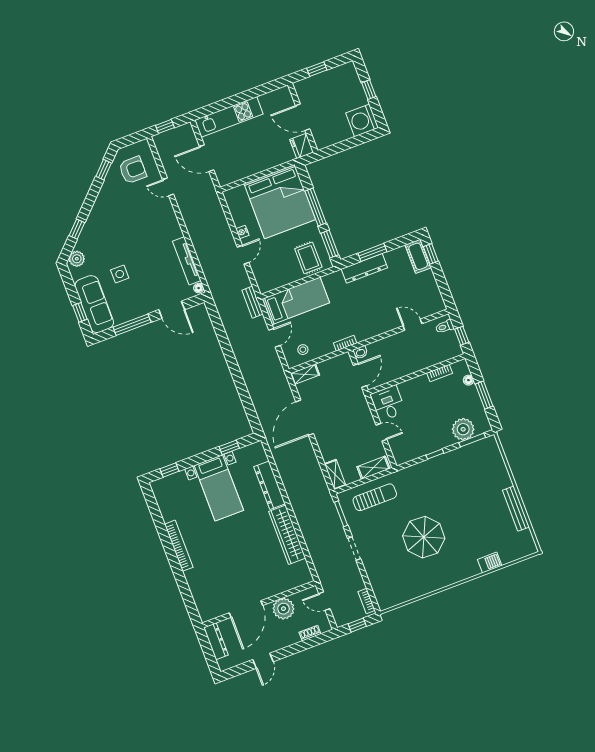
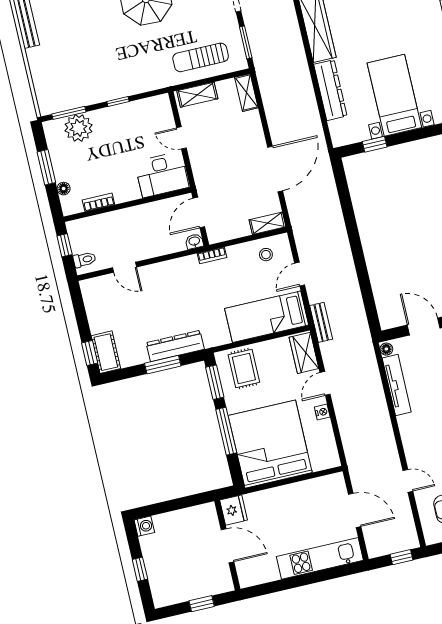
washing machine: (362, 120) -> (144, 526), width x0.53, depth x0.53
wardrobe: (263, 276) -> (304, 353), added
desk: (388, 403) -> (162, 175), width x1.37

